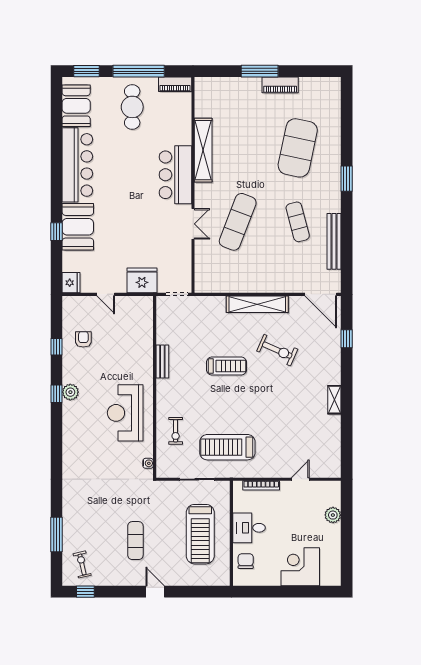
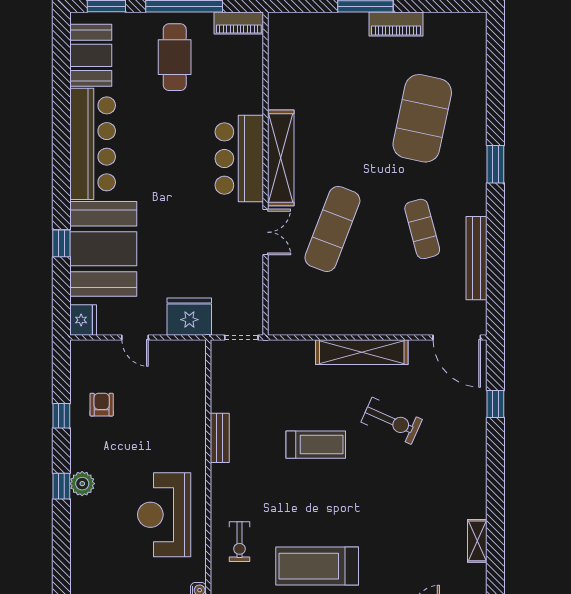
shelving: (203, 150) -> (281, 158), moved
booth: (78, 227) -> (103, 249), width x1.36, depth x1.42
shelving: (334, 400) -> (477, 541), moved

